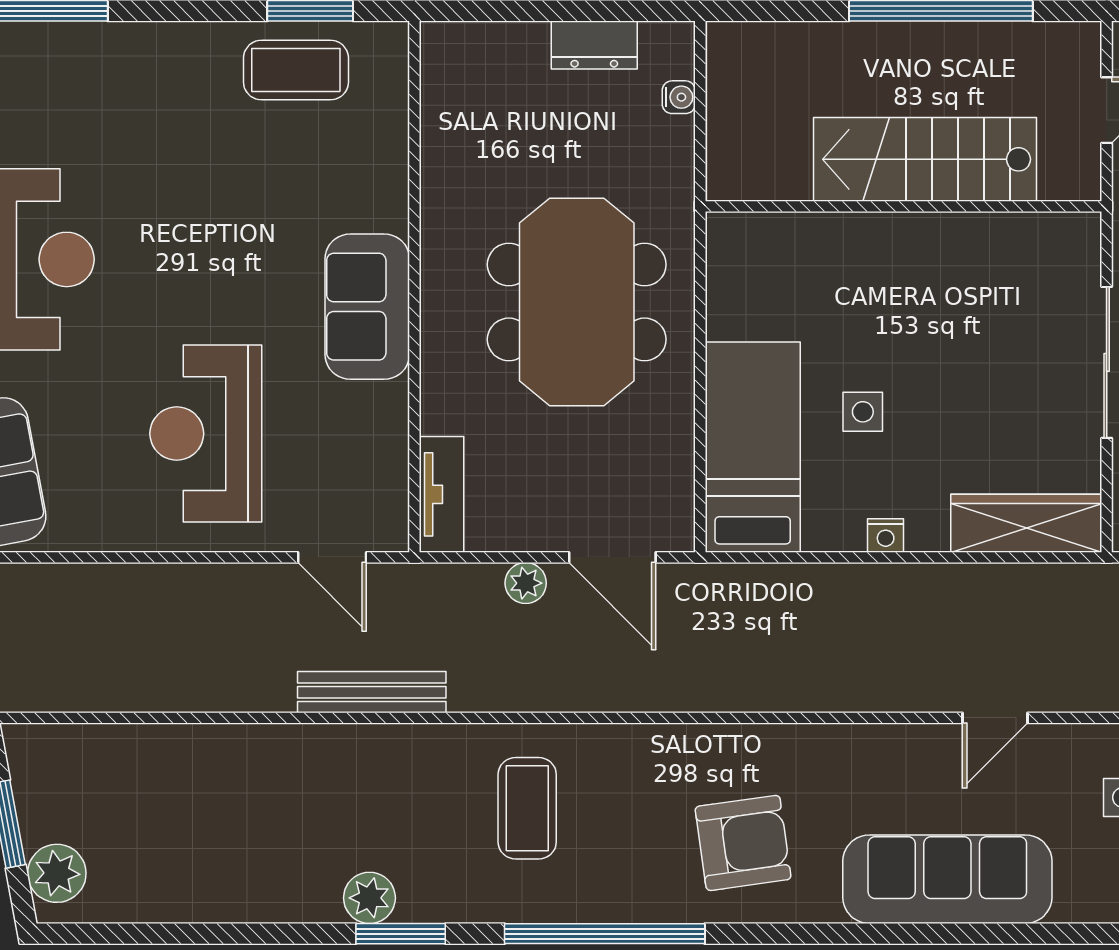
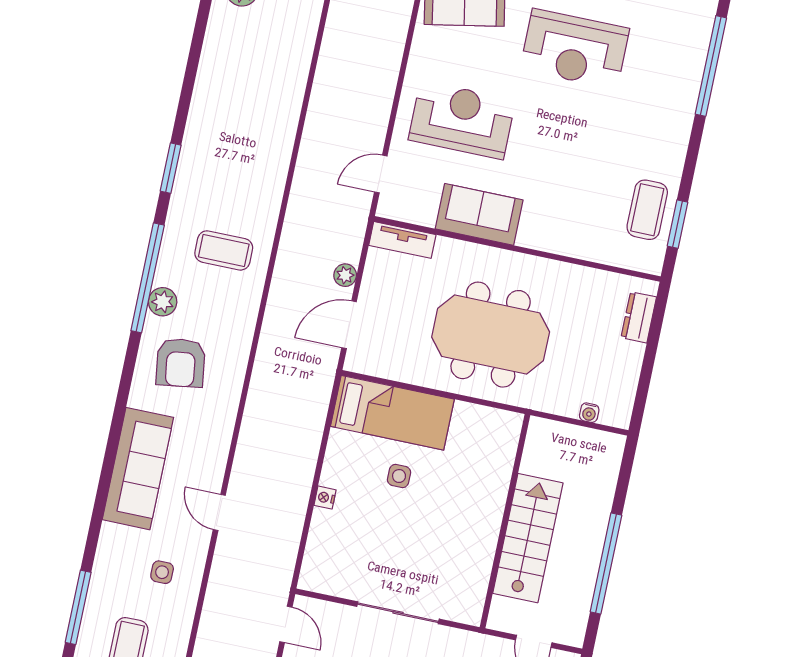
dresser: (594, 45) -> (639, 317), moved
sofa: (367, 307) -> (479, 214), moved
wardrobe: (1026, 523) -> (321, 551), removed
nightstand: (886, 536) -> (325, 498), moved
bench: (372, 692) -> (304, 180), removed
plant: (369, 898) -> (163, 302), moved

